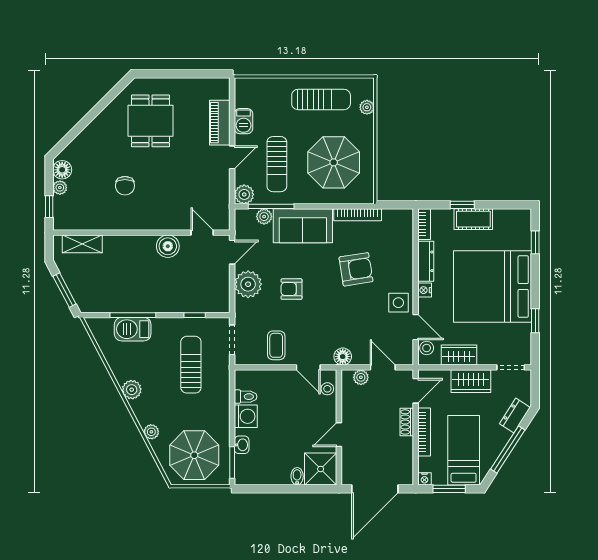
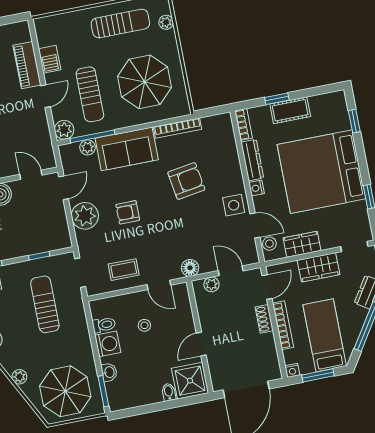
coffee table: (276, 345) -> (124, 270), turned 90
stool: (327, 389) -> (144, 325), moved

